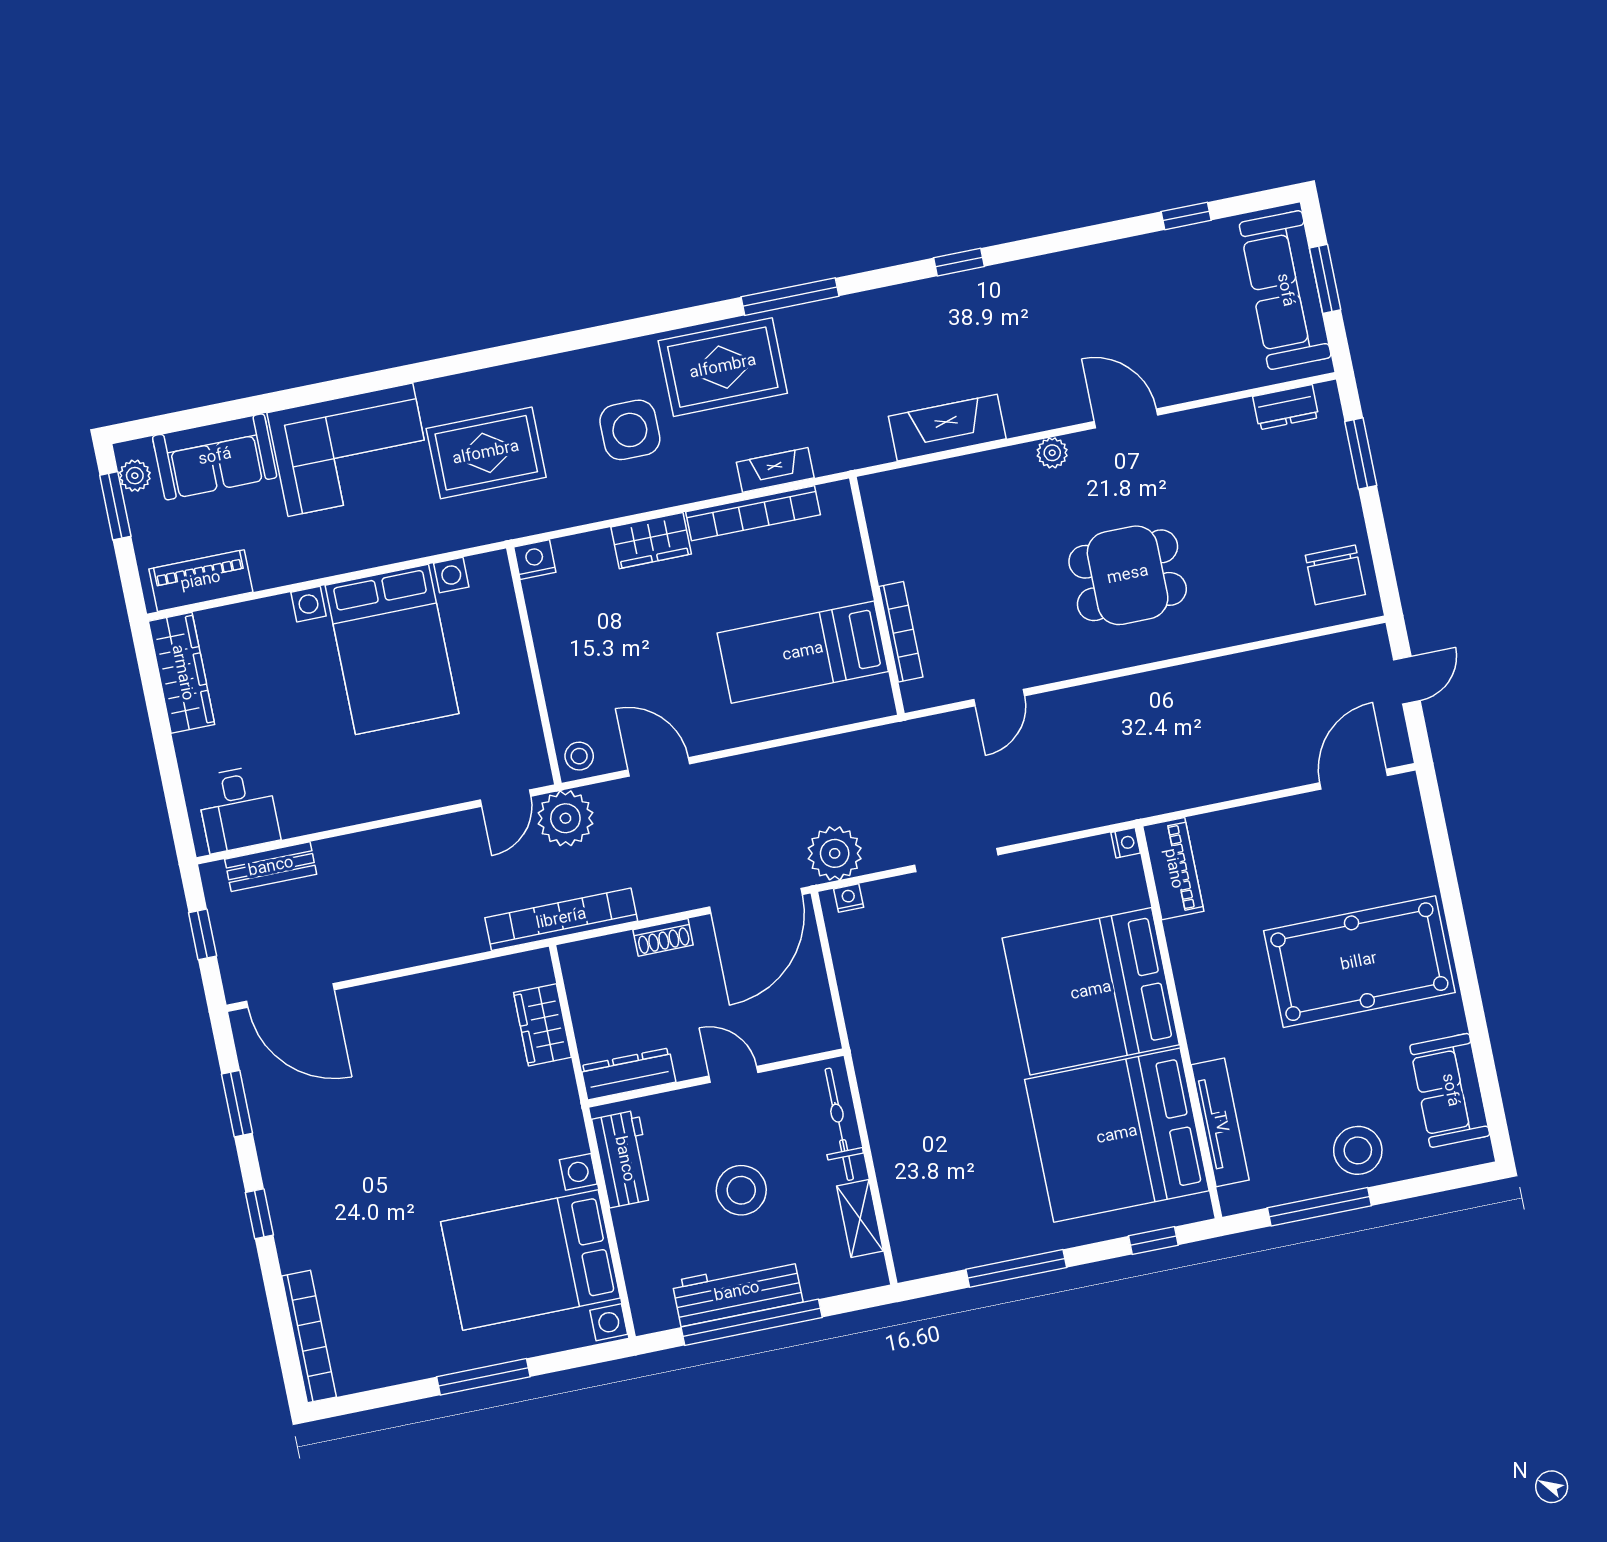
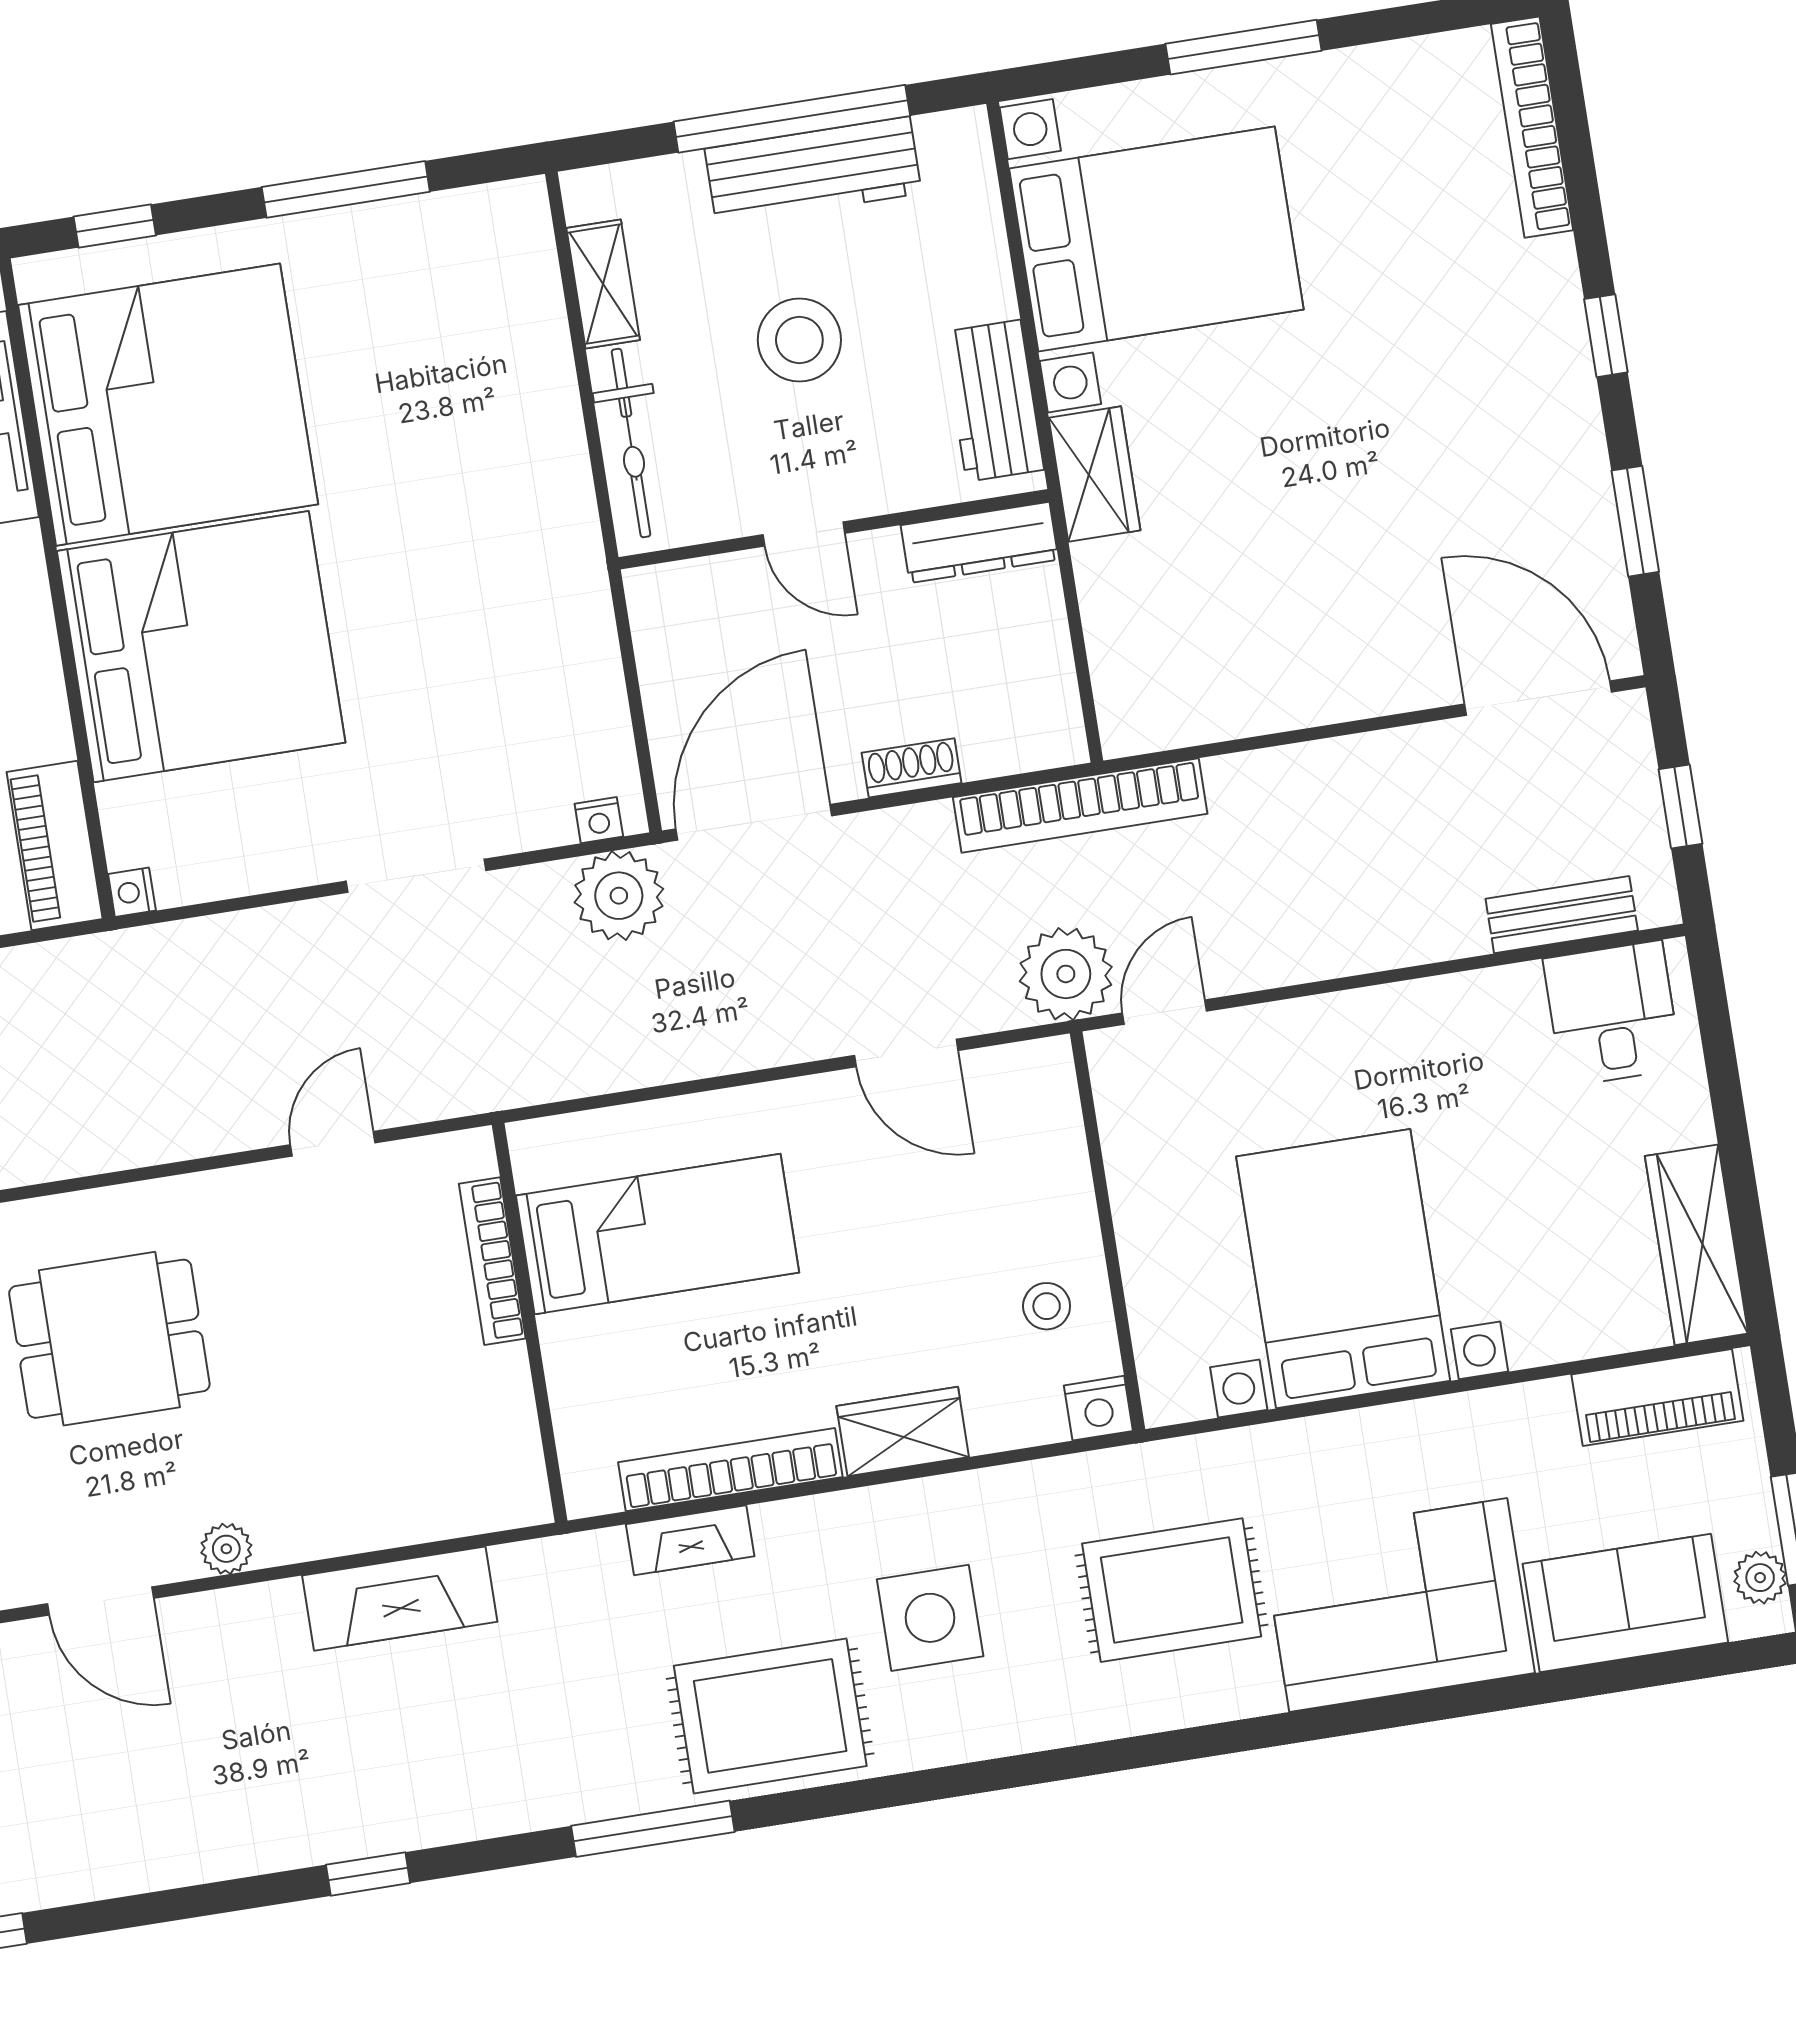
stool: (579, 756) -> (1047, 1306), moved
wardrobe: (542, 1025) -> (1095, 474), moved

